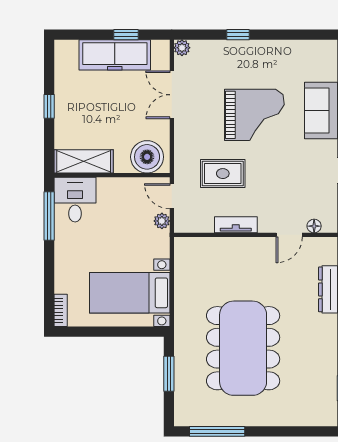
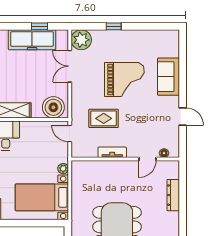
plant: (182, 48) -> (81, 40), width x1.87, depth x1.87
plant: (162, 221) -> (63, 169), moved

